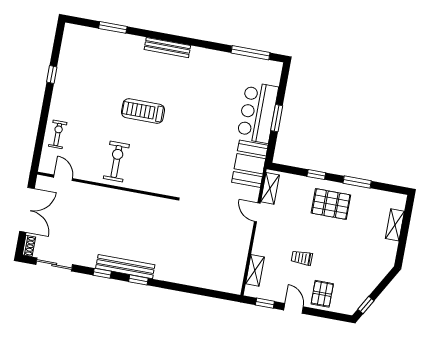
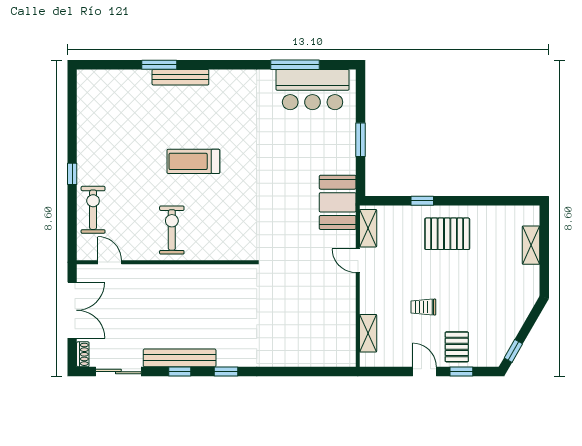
window: (113, 27) -> (159, 65), moved
bench: (167, 48) -> (180, 77), moved
window: (251, 53) -> (295, 65), moved
window: (52, 74) -> (72, 174), moved
bar counter: (258, 112) -> (313, 90), moved, turned -90
exercise bike: (58, 134) -> (93, 210), width x1.38, depth x1.39
window: (357, 182) -> (474, 201), removed
bench: (125, 267) -> (180, 358), moved
window: (265, 303) -> (461, 372), moved

